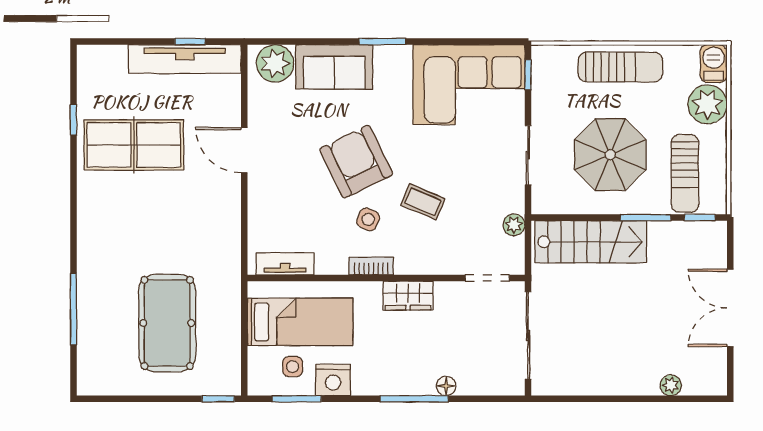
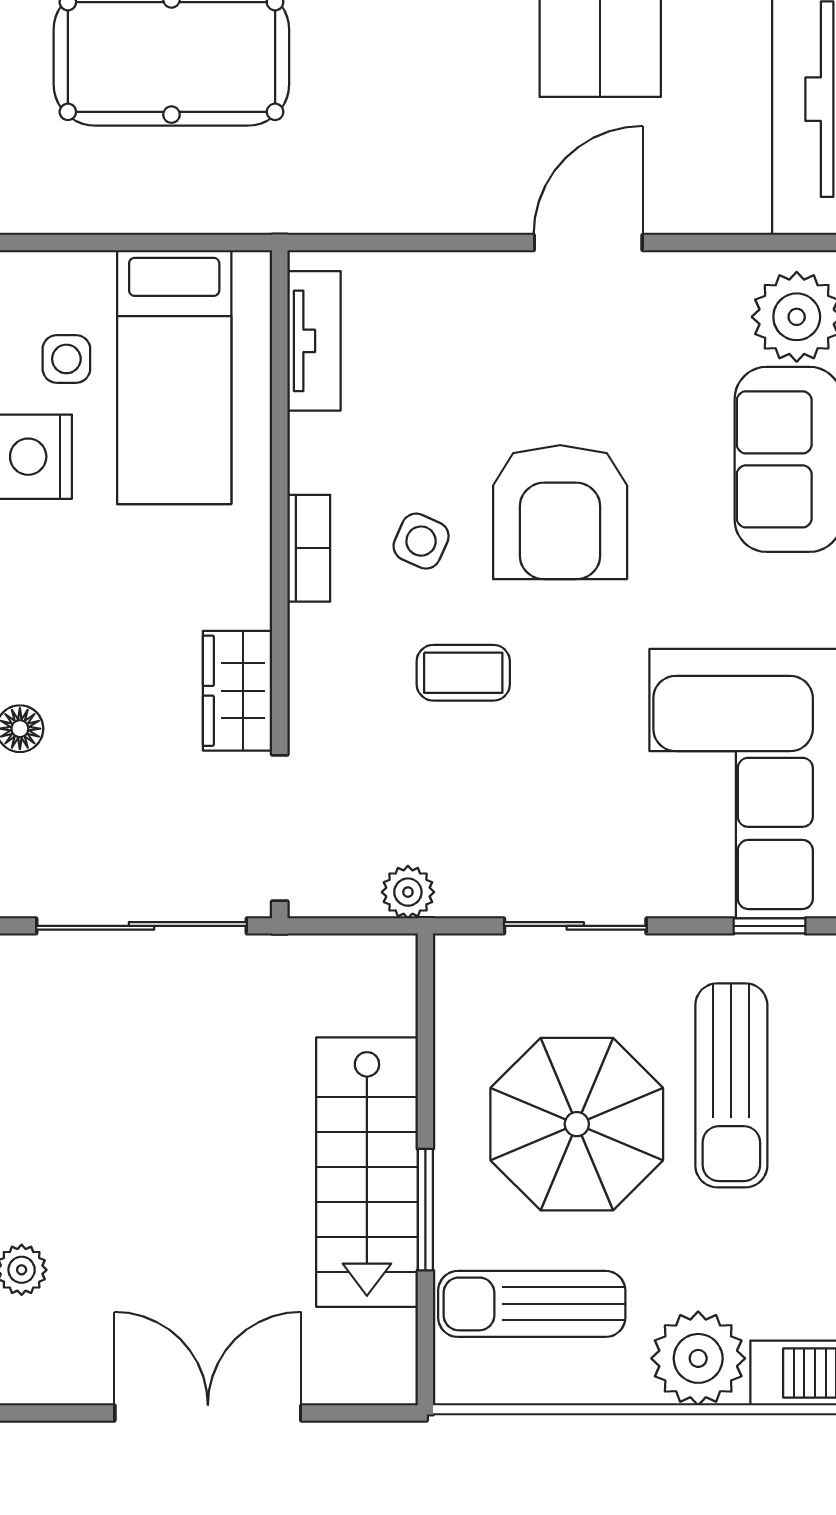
sun lounger: (620, 67) -> (731, 1085), moved
armchair: (356, 162) -> (560, 512), turned 116
coffee table: (423, 202) -> (463, 673), turned 67
window: (700, 218) -> (425, 1340), removed
stairs: (591, 242) -> (367, 1172), moved
doorway: (487, 278) -> (280, 828), width x1.38
wardrobe: (408, 296) -> (238, 691), moved

